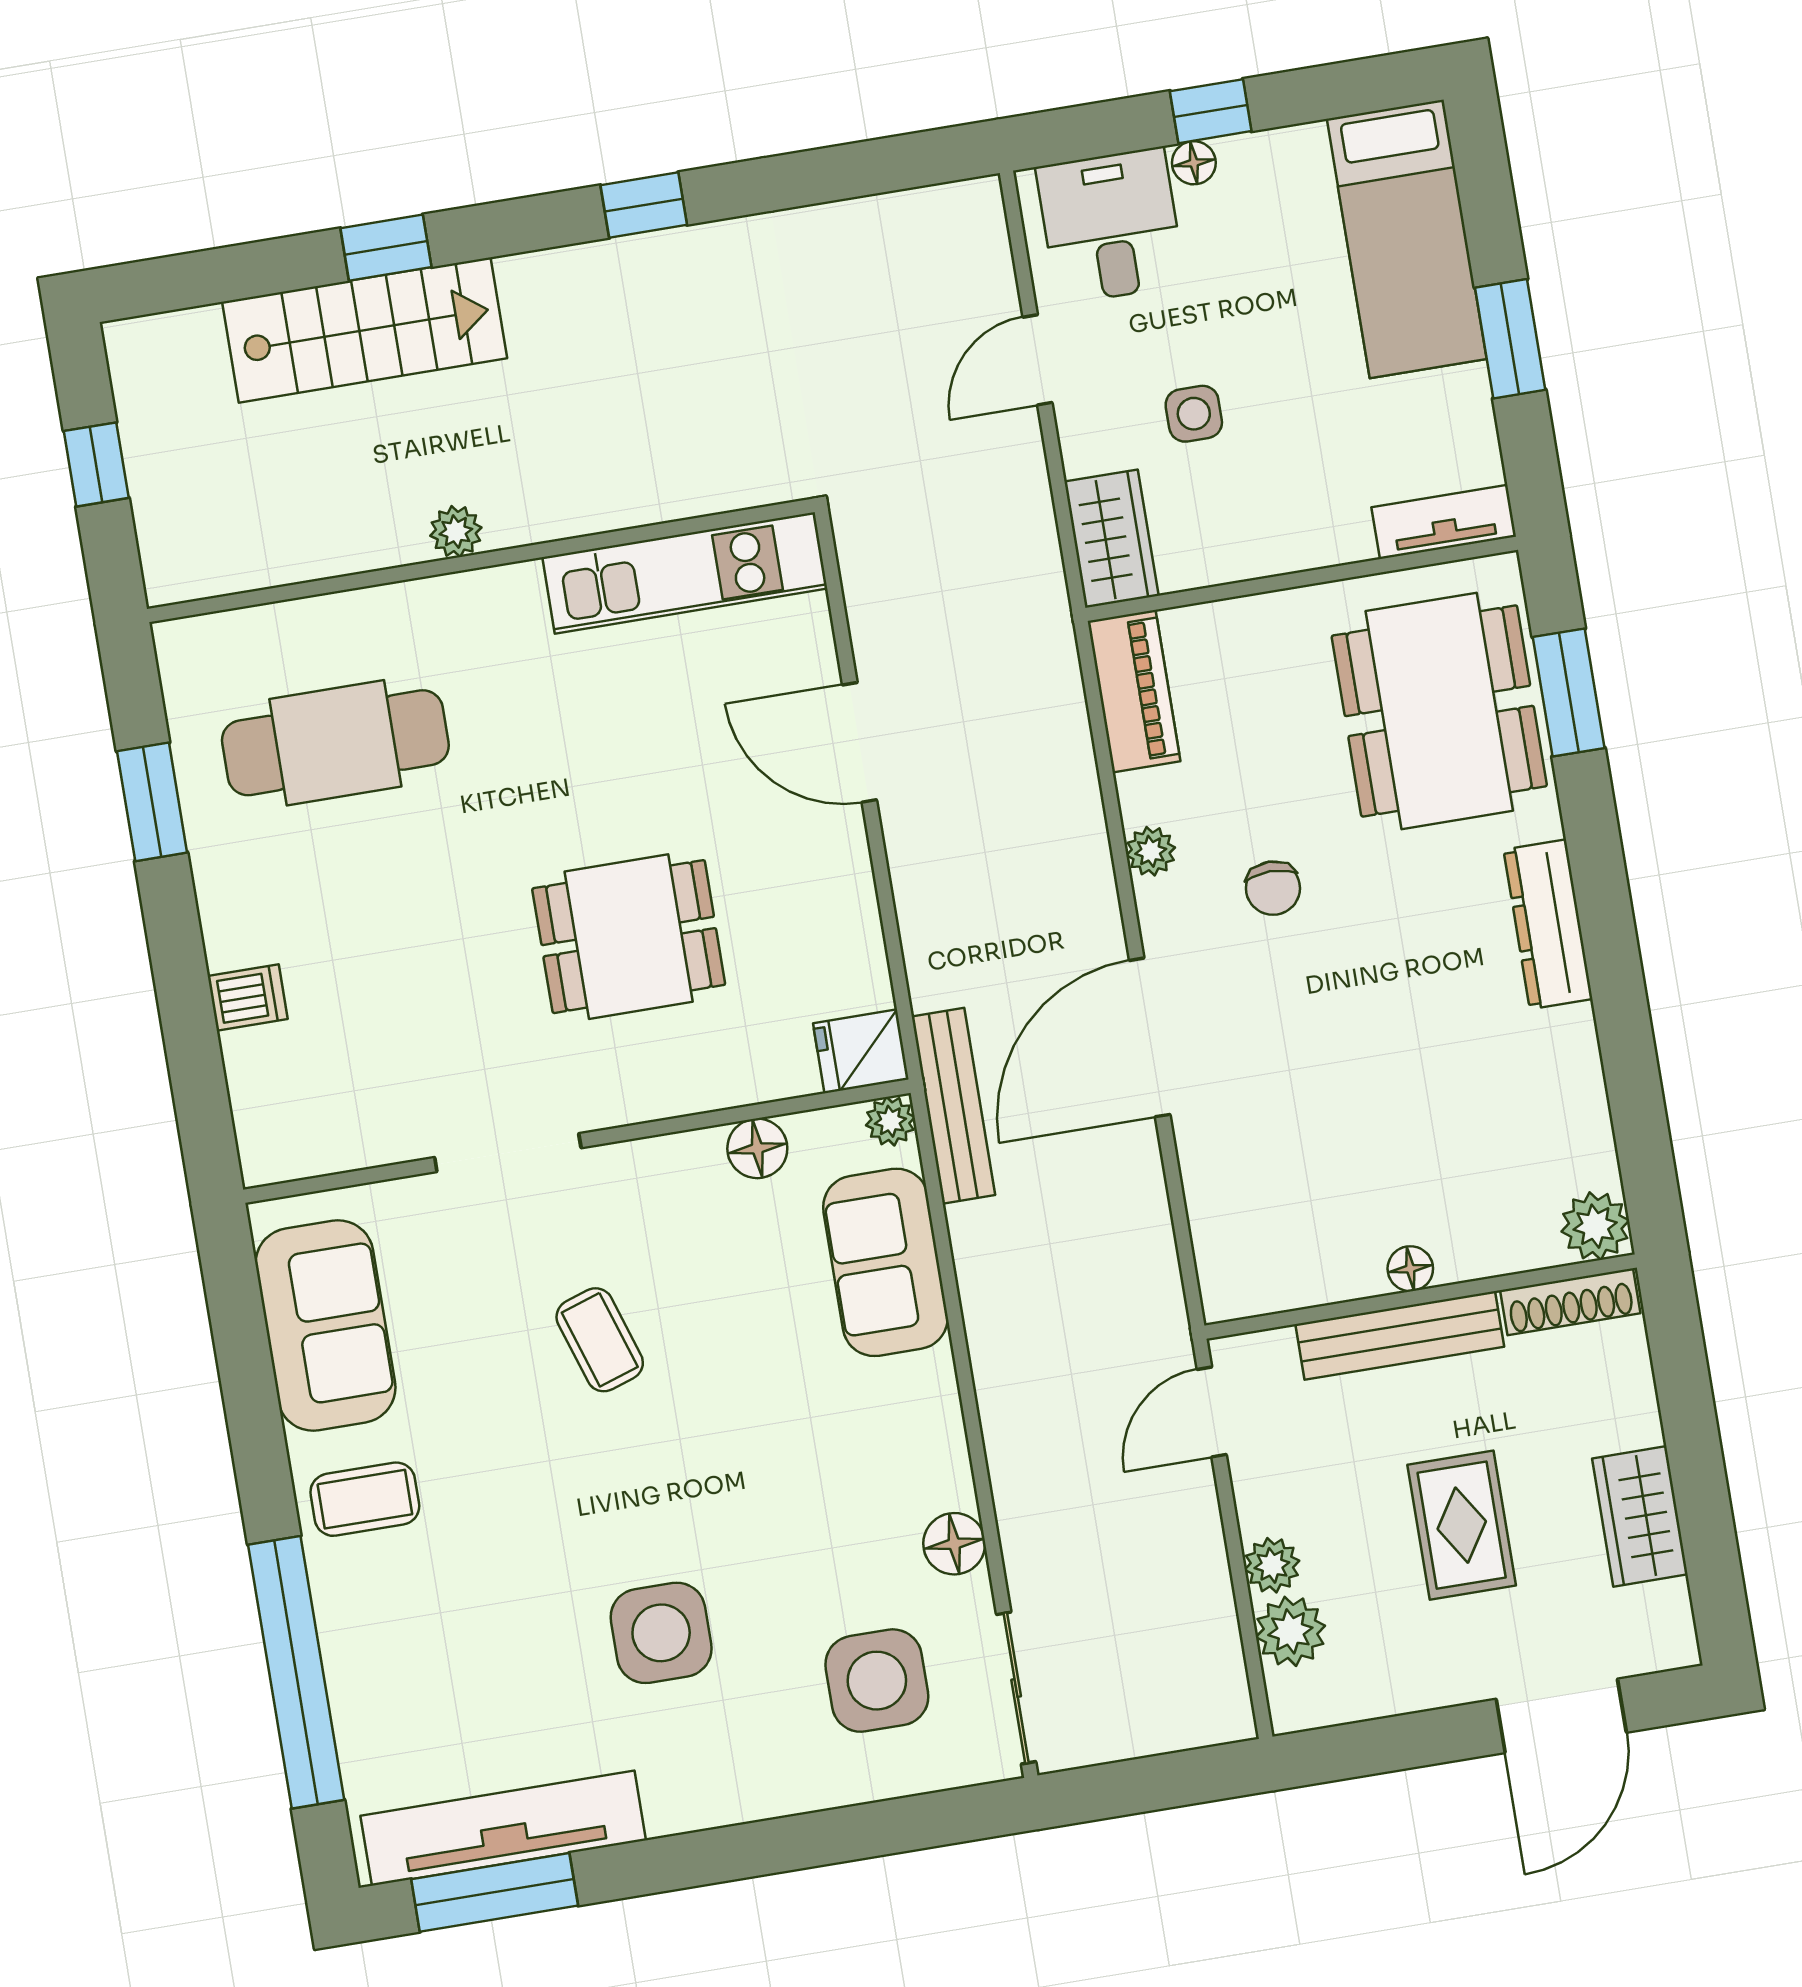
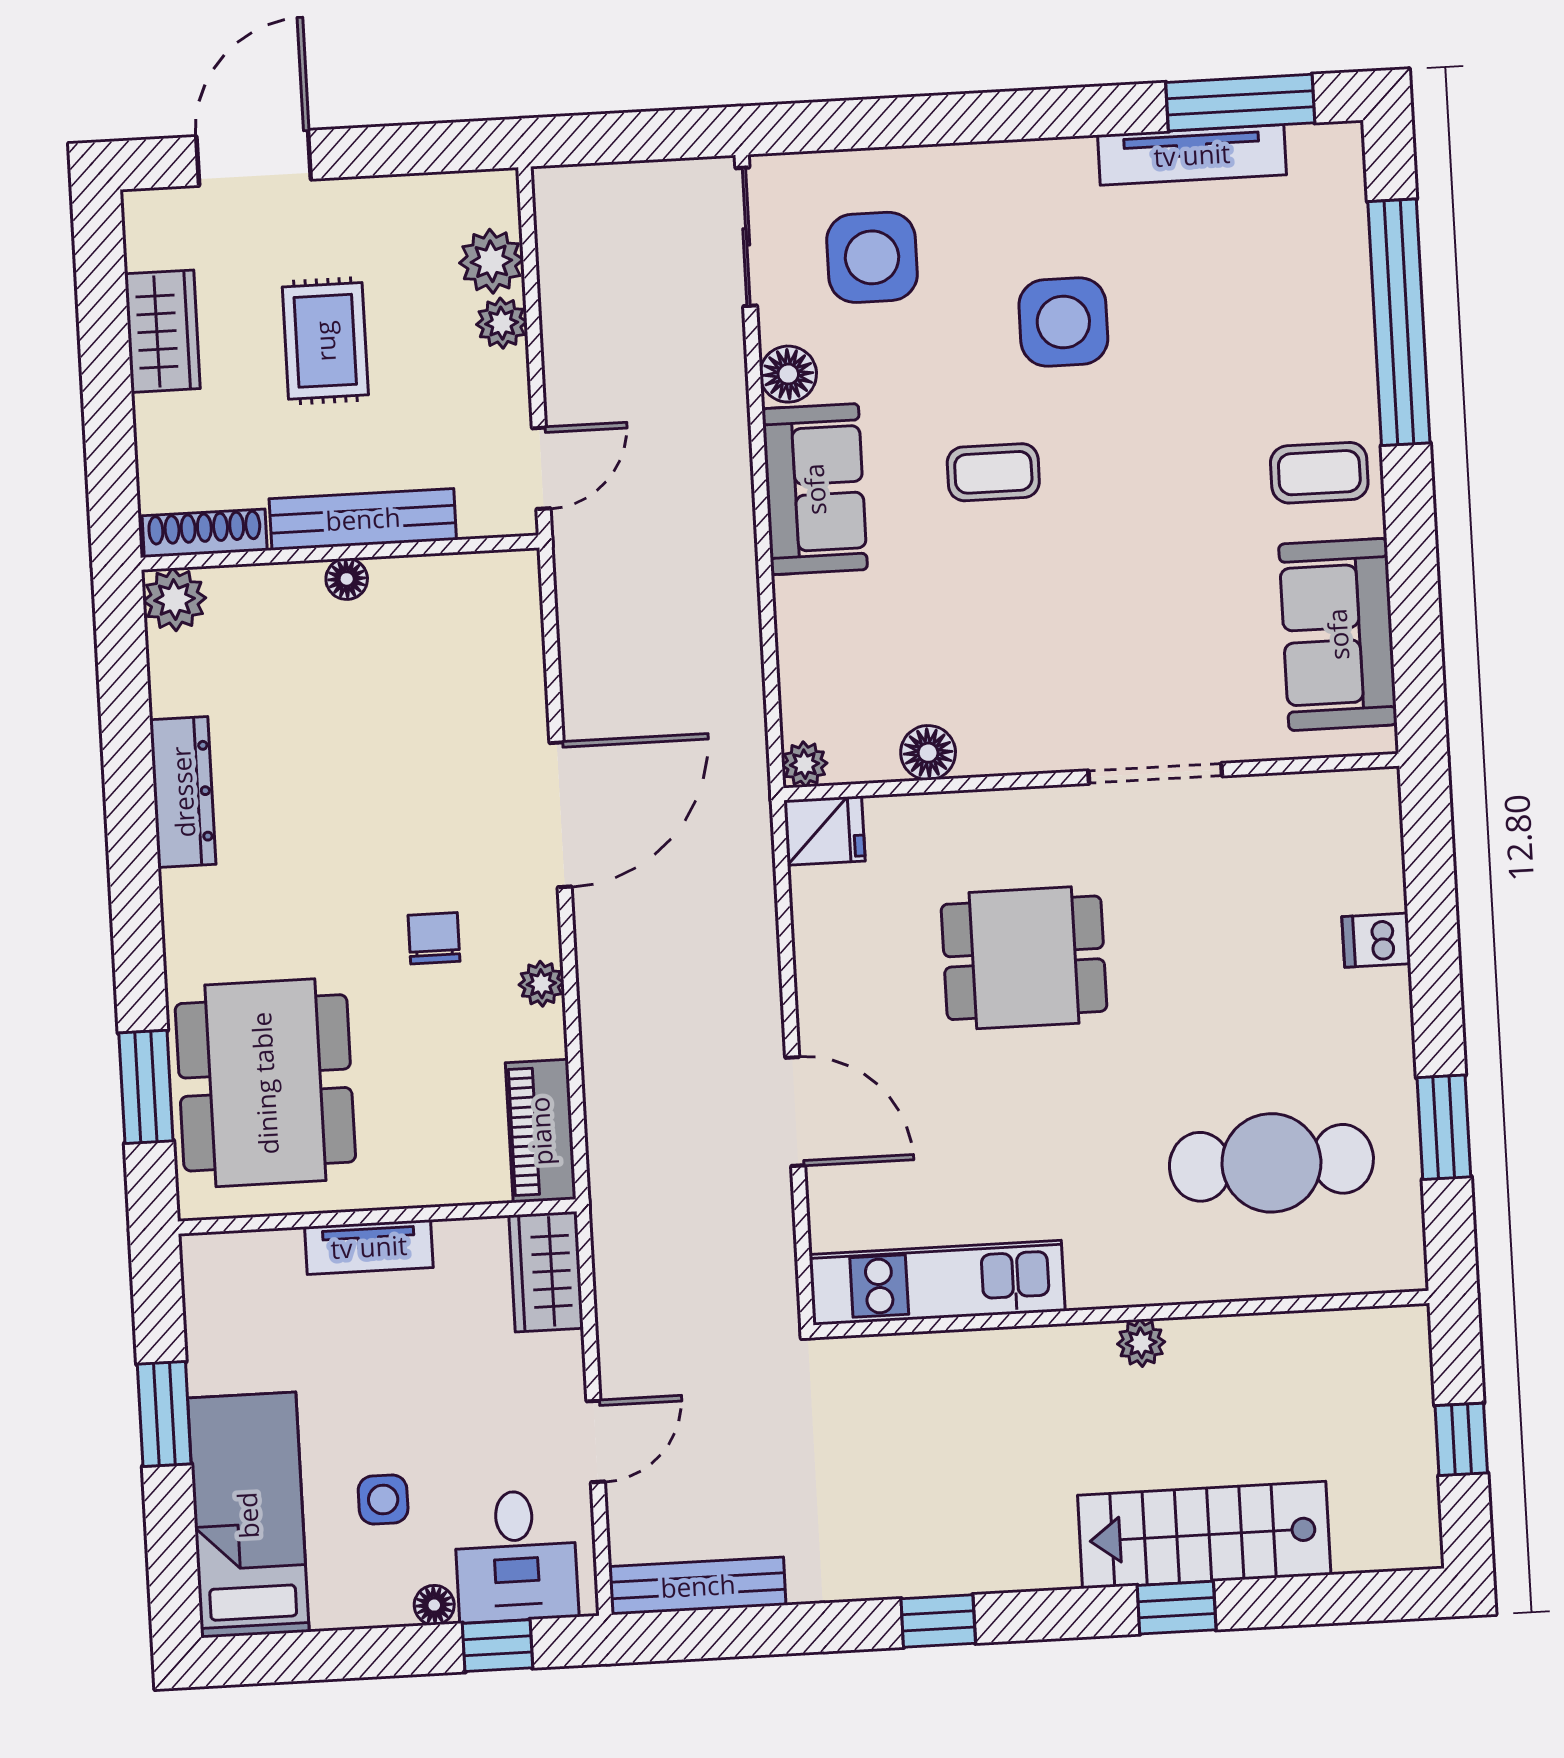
window: (1211, 111) -> (497, 1646), moved
side table: (1194, 414) -> (383, 1500), moved
tv unit: (1444, 522) -> (369, 1247), moved
dresser: (1548, 924) -> (183, 792), moved
bench: (953, 1106) -> (698, 1586), moved, turned 90
sofa: (885, 1262) -> (815, 489), moved
coffee table: (600, 1340) -> (993, 472), moved, turned -72
tv unit: (503, 1828) -> (1192, 155), width x0.73, depth x0.78

